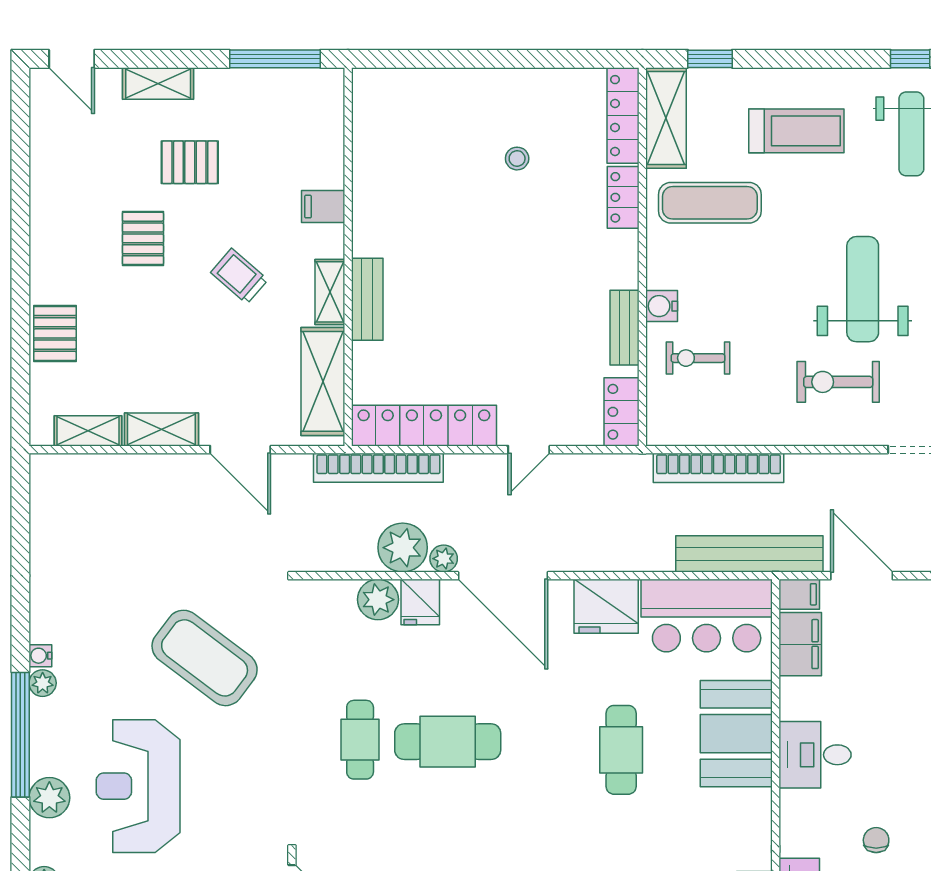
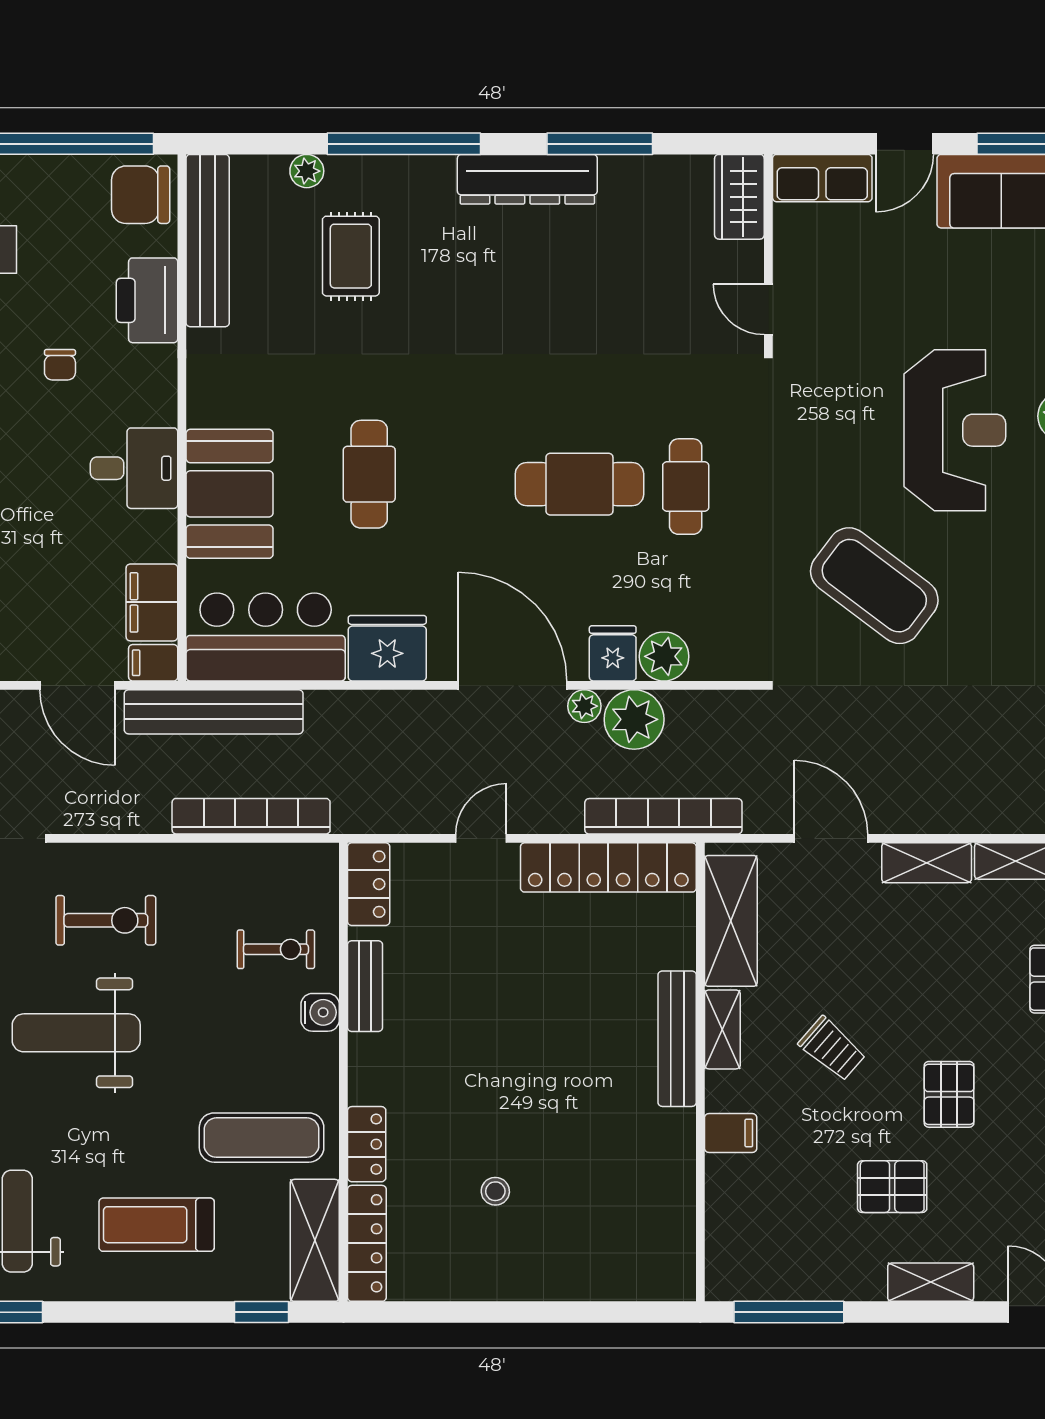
weight bench: (863, 289) -> (76, 1033), turned 90
bench: (367, 299) -> (677, 1039), width x1.36

